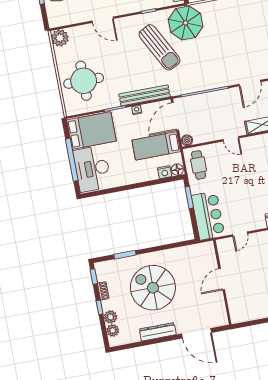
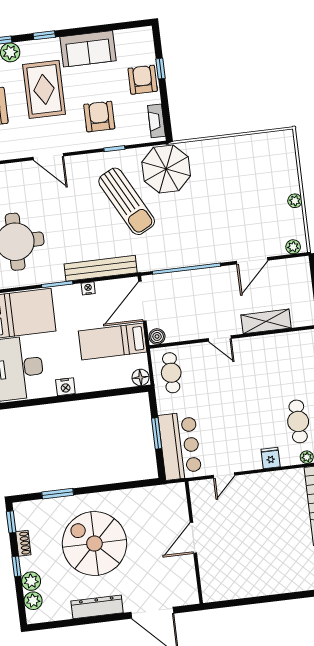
nightstand: (165, 172) -> (65, 387), moved
window: (189, 197) -> (157, 433), moved

